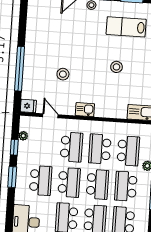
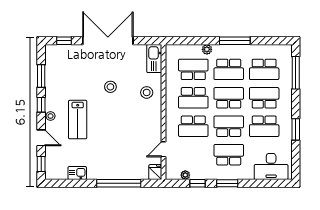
lab bench: (126, 27) -> (78, 120), moved
stool: (63, 74) -> (147, 92), moved
kitchen sink: (85, 110) -> (77, 173), moved, turned 90
school desk: (71, 147) -> (193, 126), turned 180

